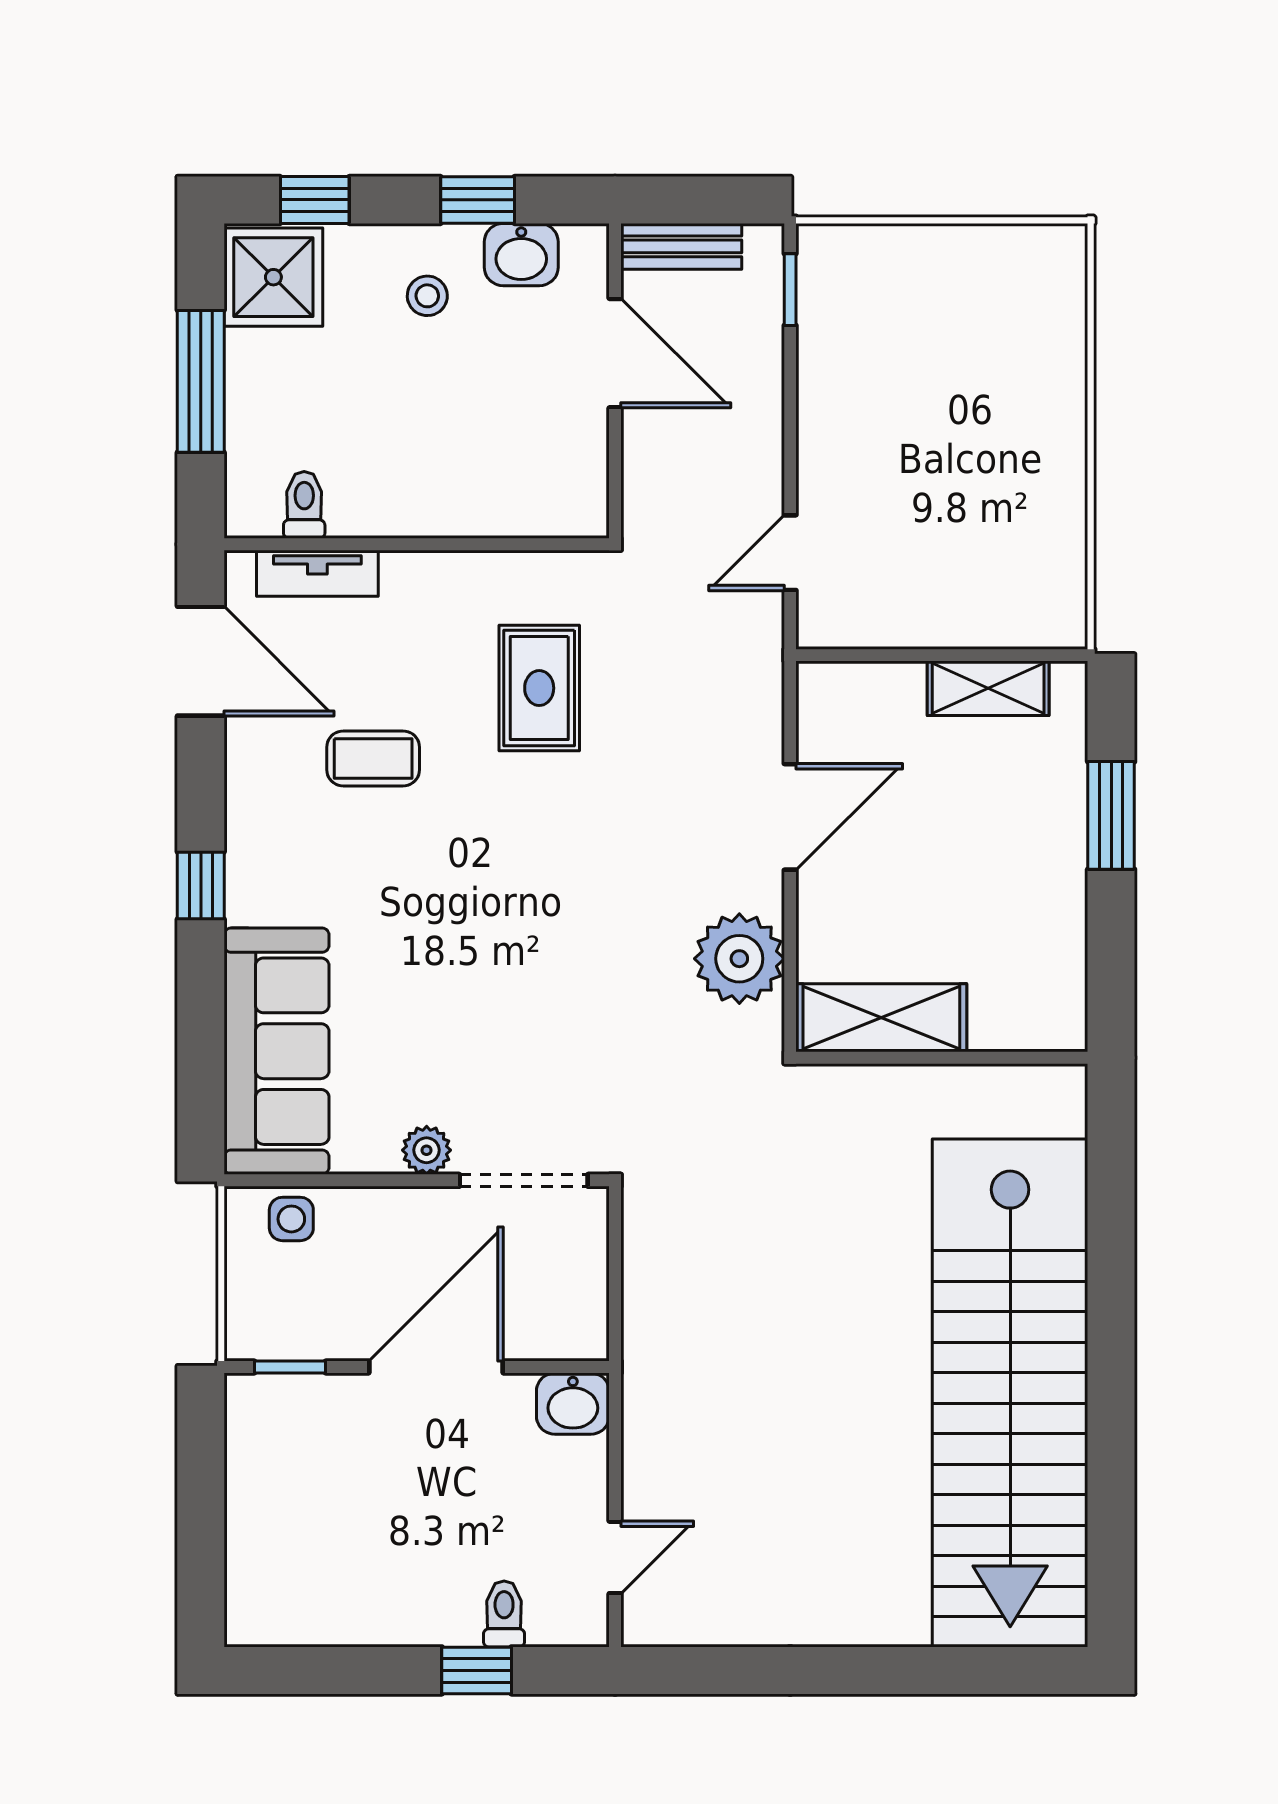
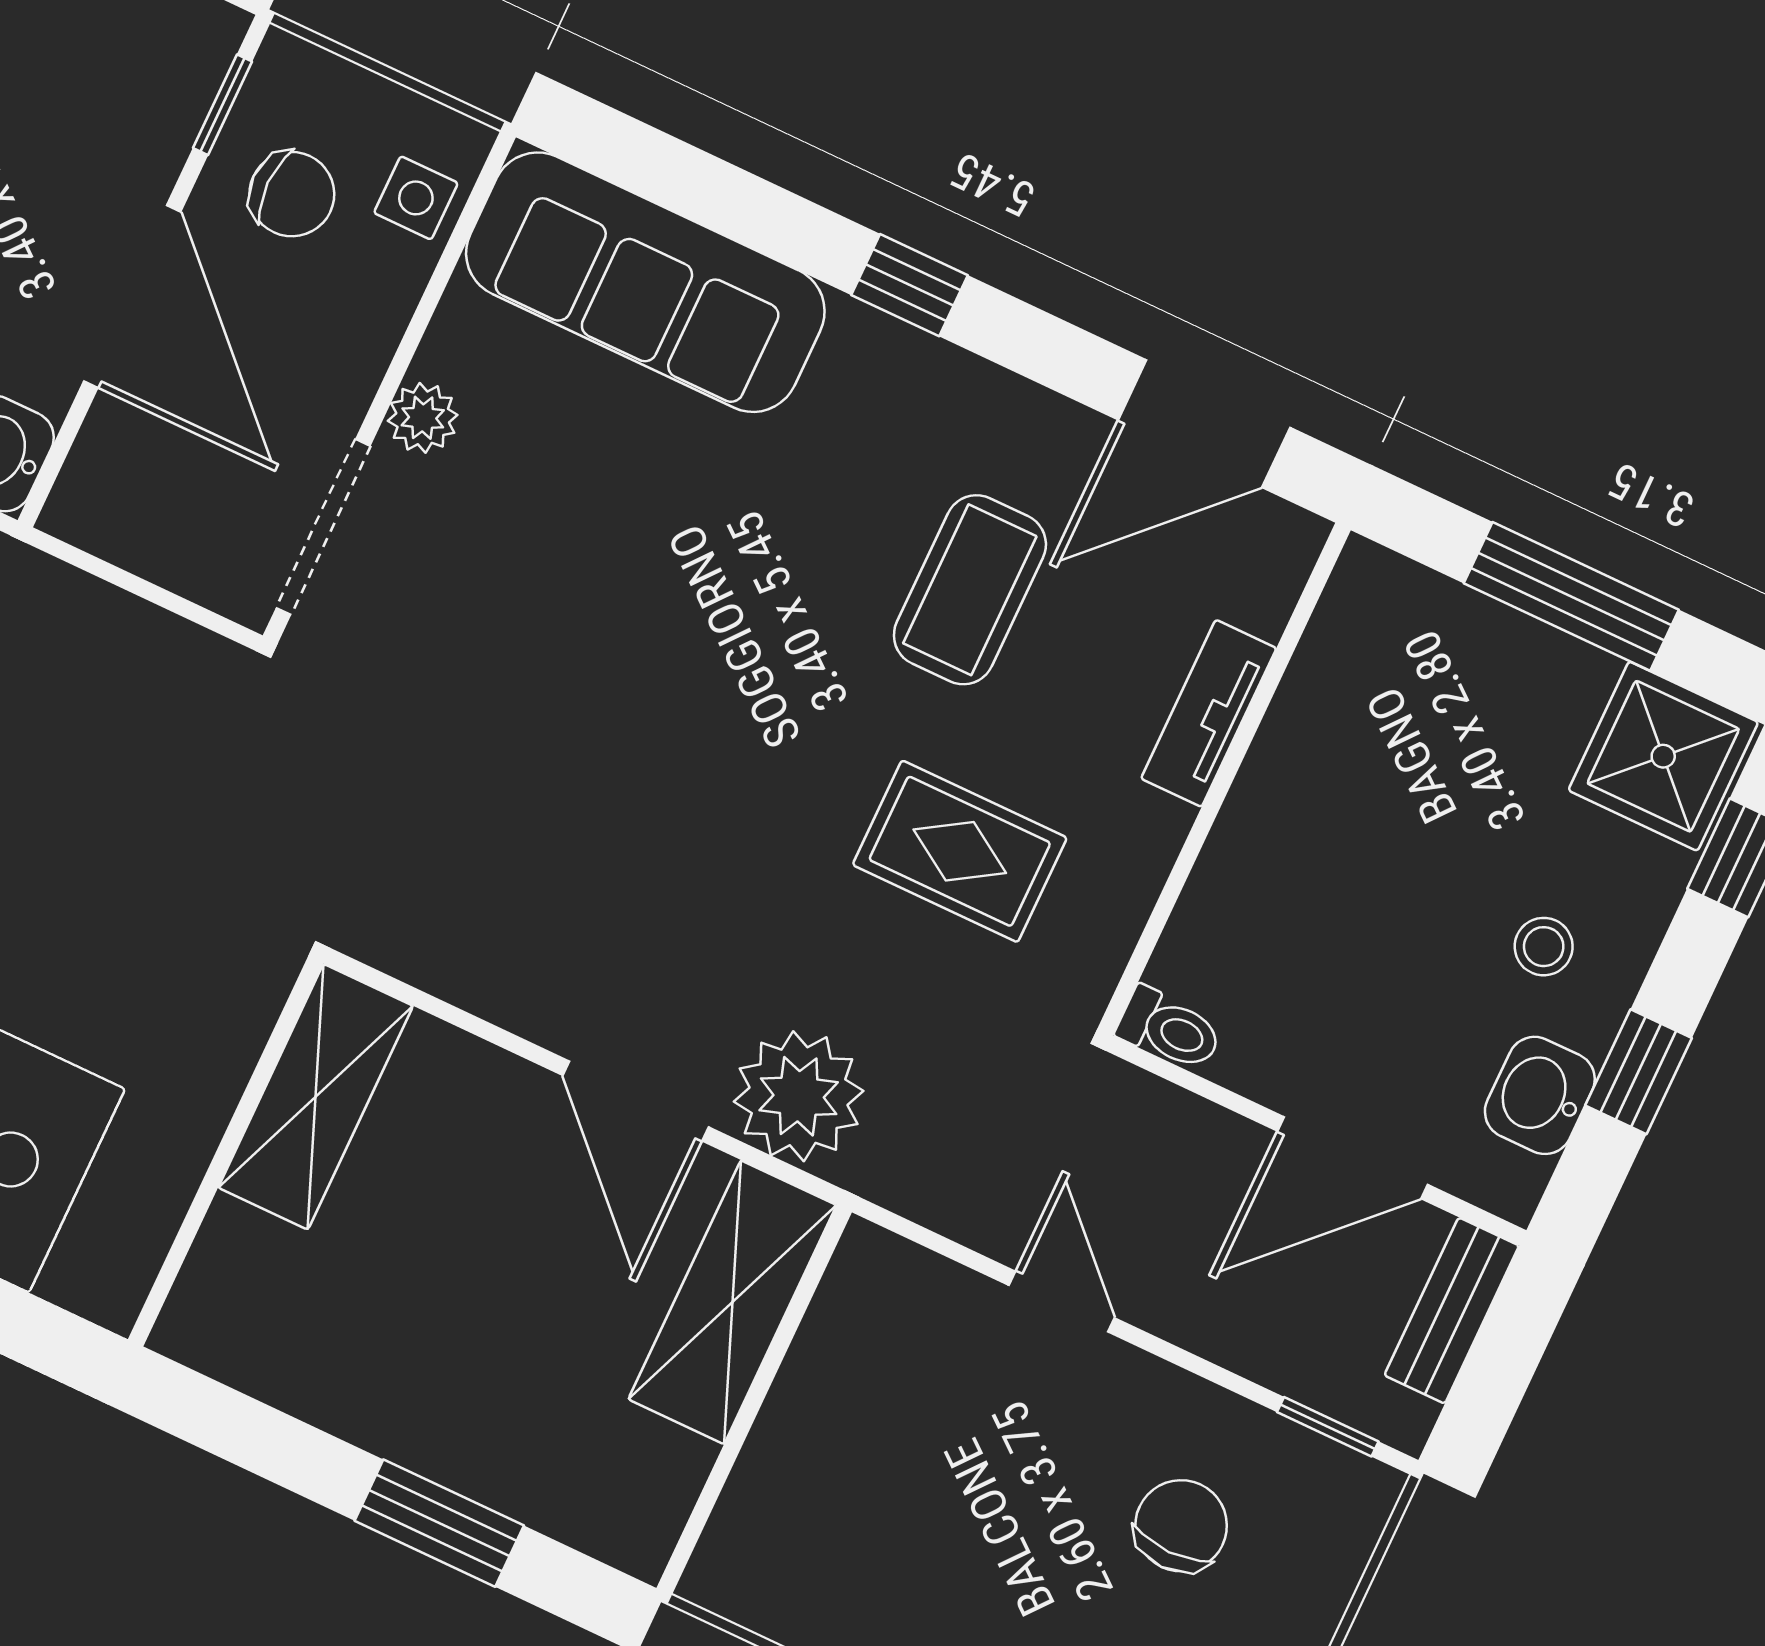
chair: (895, 352) -> (1181, 1526), added
toilet: (304, 505) -> (1170, 1029), moved
door: (790, 553) -> (1062, 1302), moved
tv unit: (317, 573) -> (1209, 713), moved
shelving: (988, 688) -> (732, 1302), moved, width x1.50, depth x1.33
coffee table: (373, 758) -> (970, 590), width x1.36, depth x1.30
plant: (739, 959) -> (799, 1096), moved
chair: (325, 1297) -> (292, 194), added

